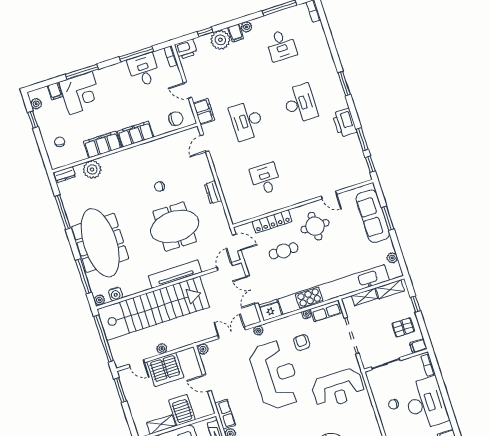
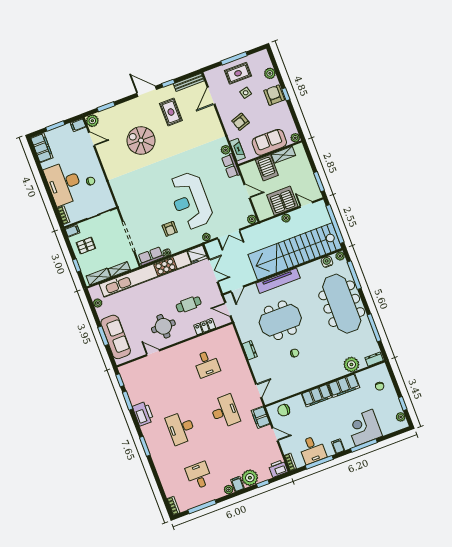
filing cabinet: (55, 91) -> (338, 446), moved
locker: (272, 221) -> (205, 327), width x0.66
reception desk: (338, 388) -> (138, 192), removed

